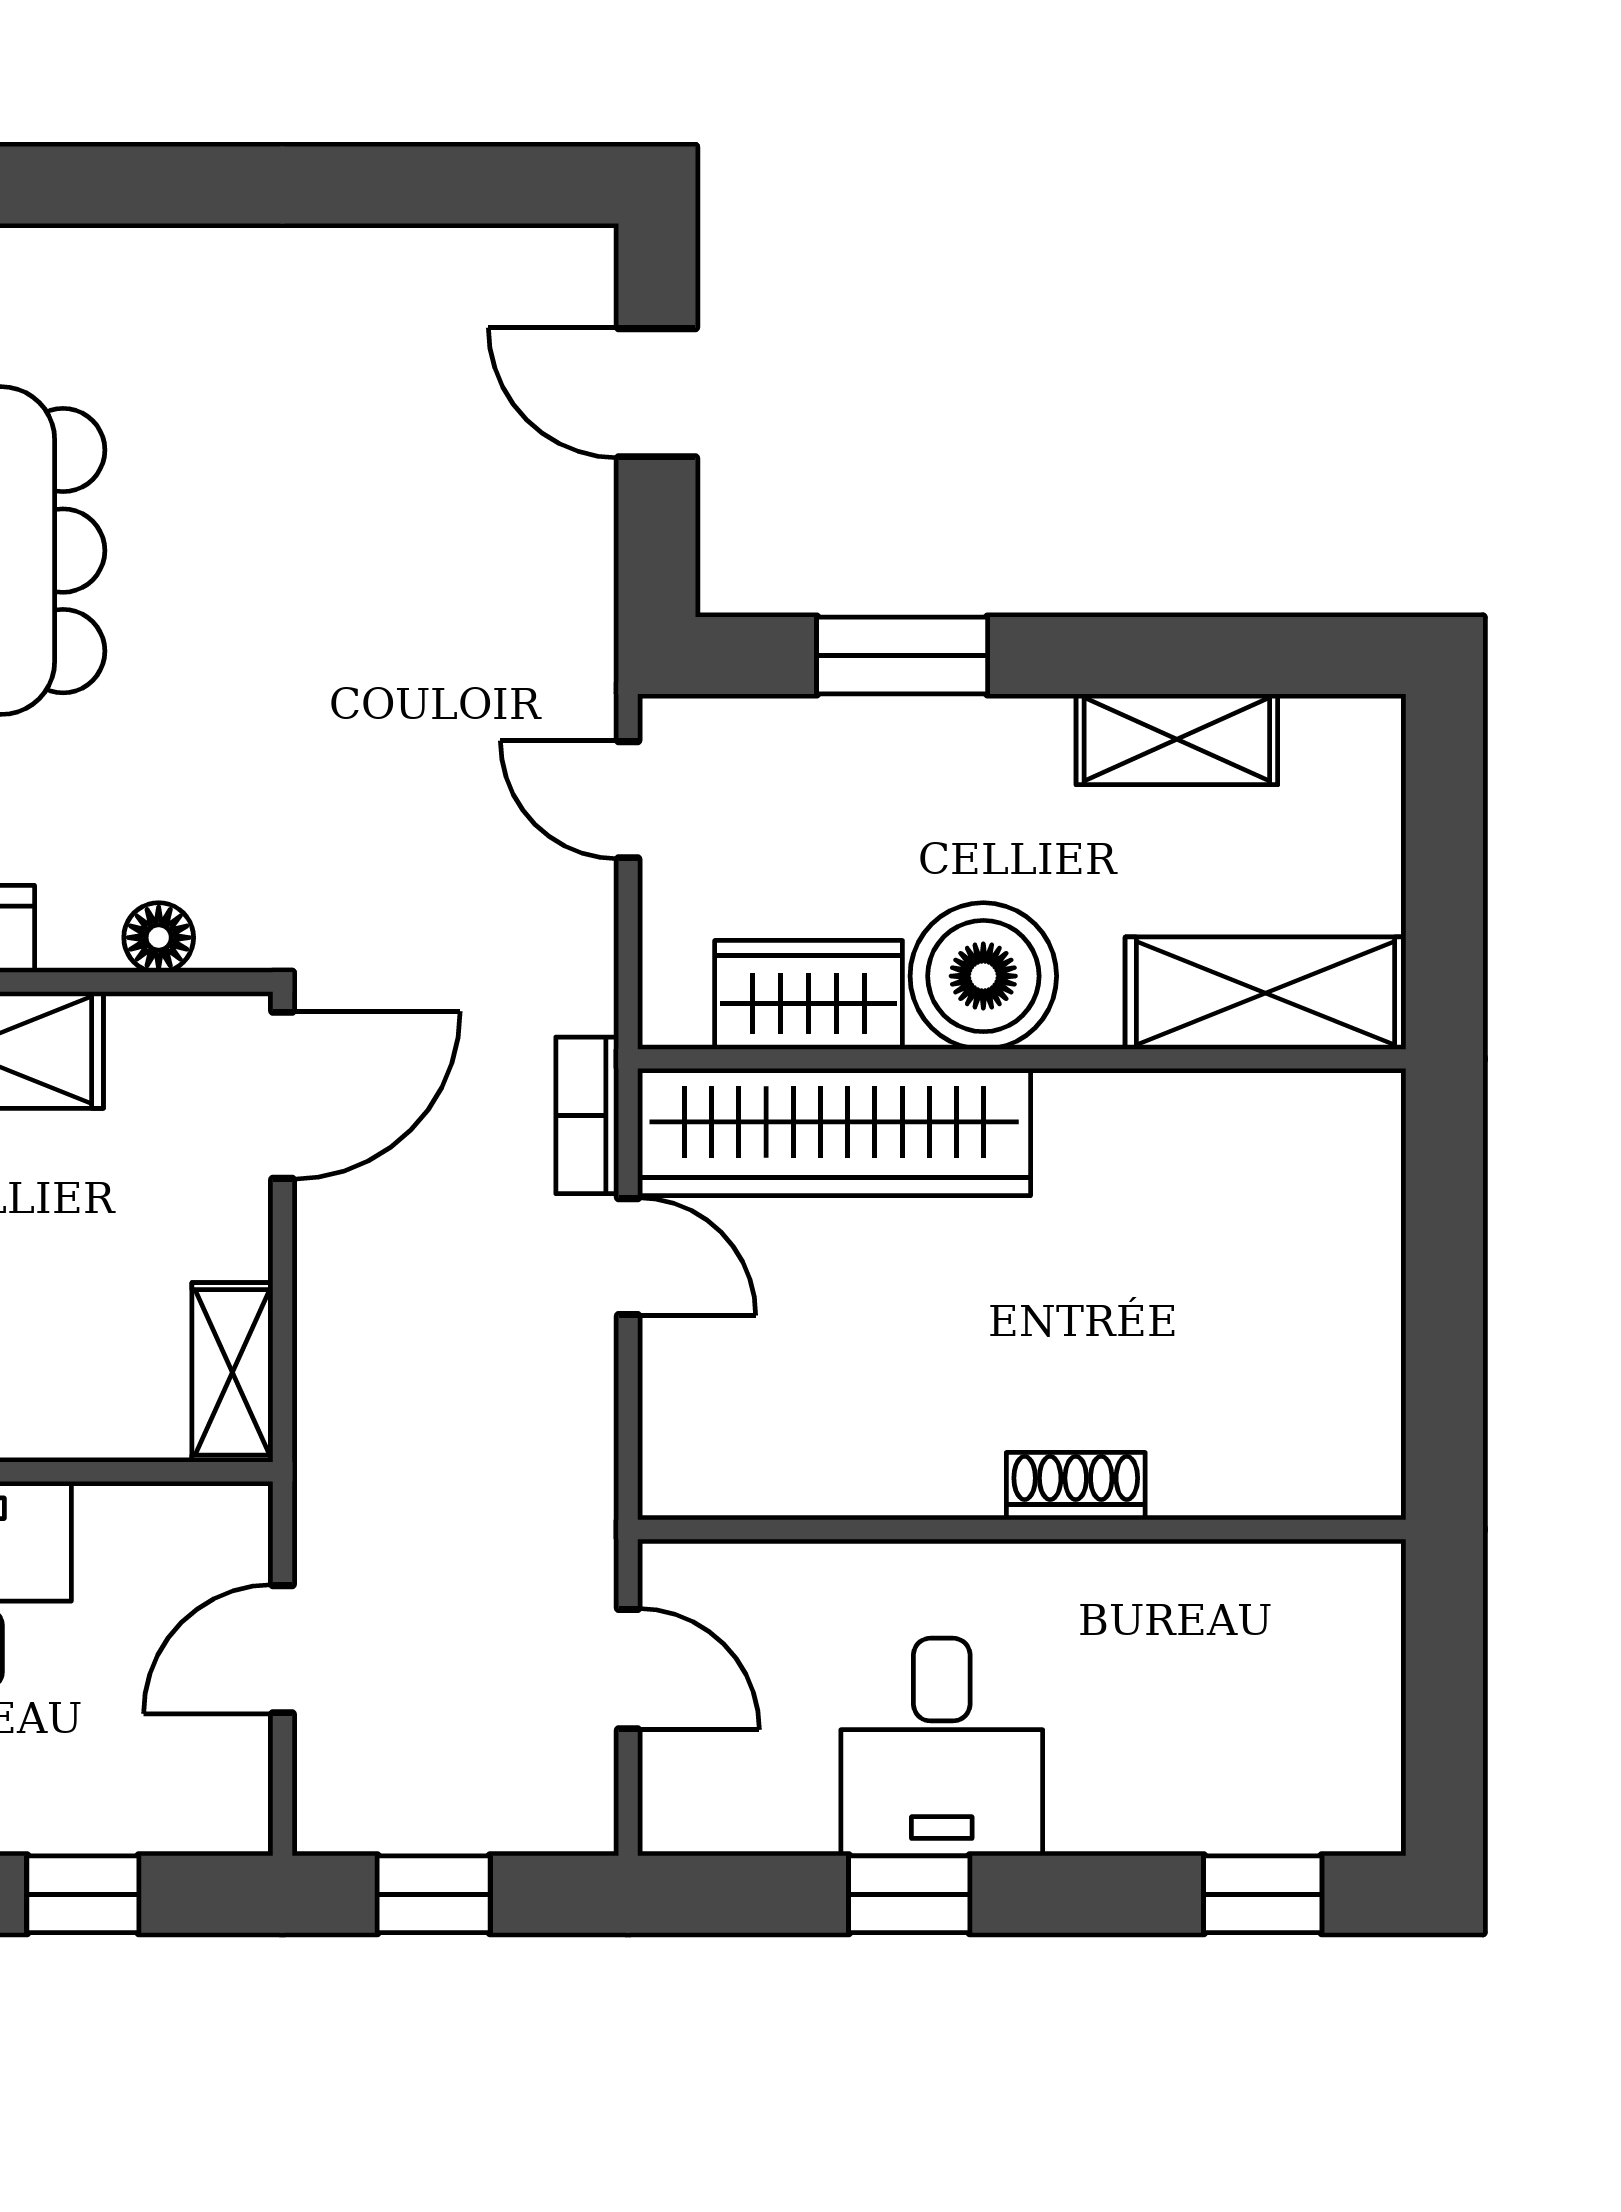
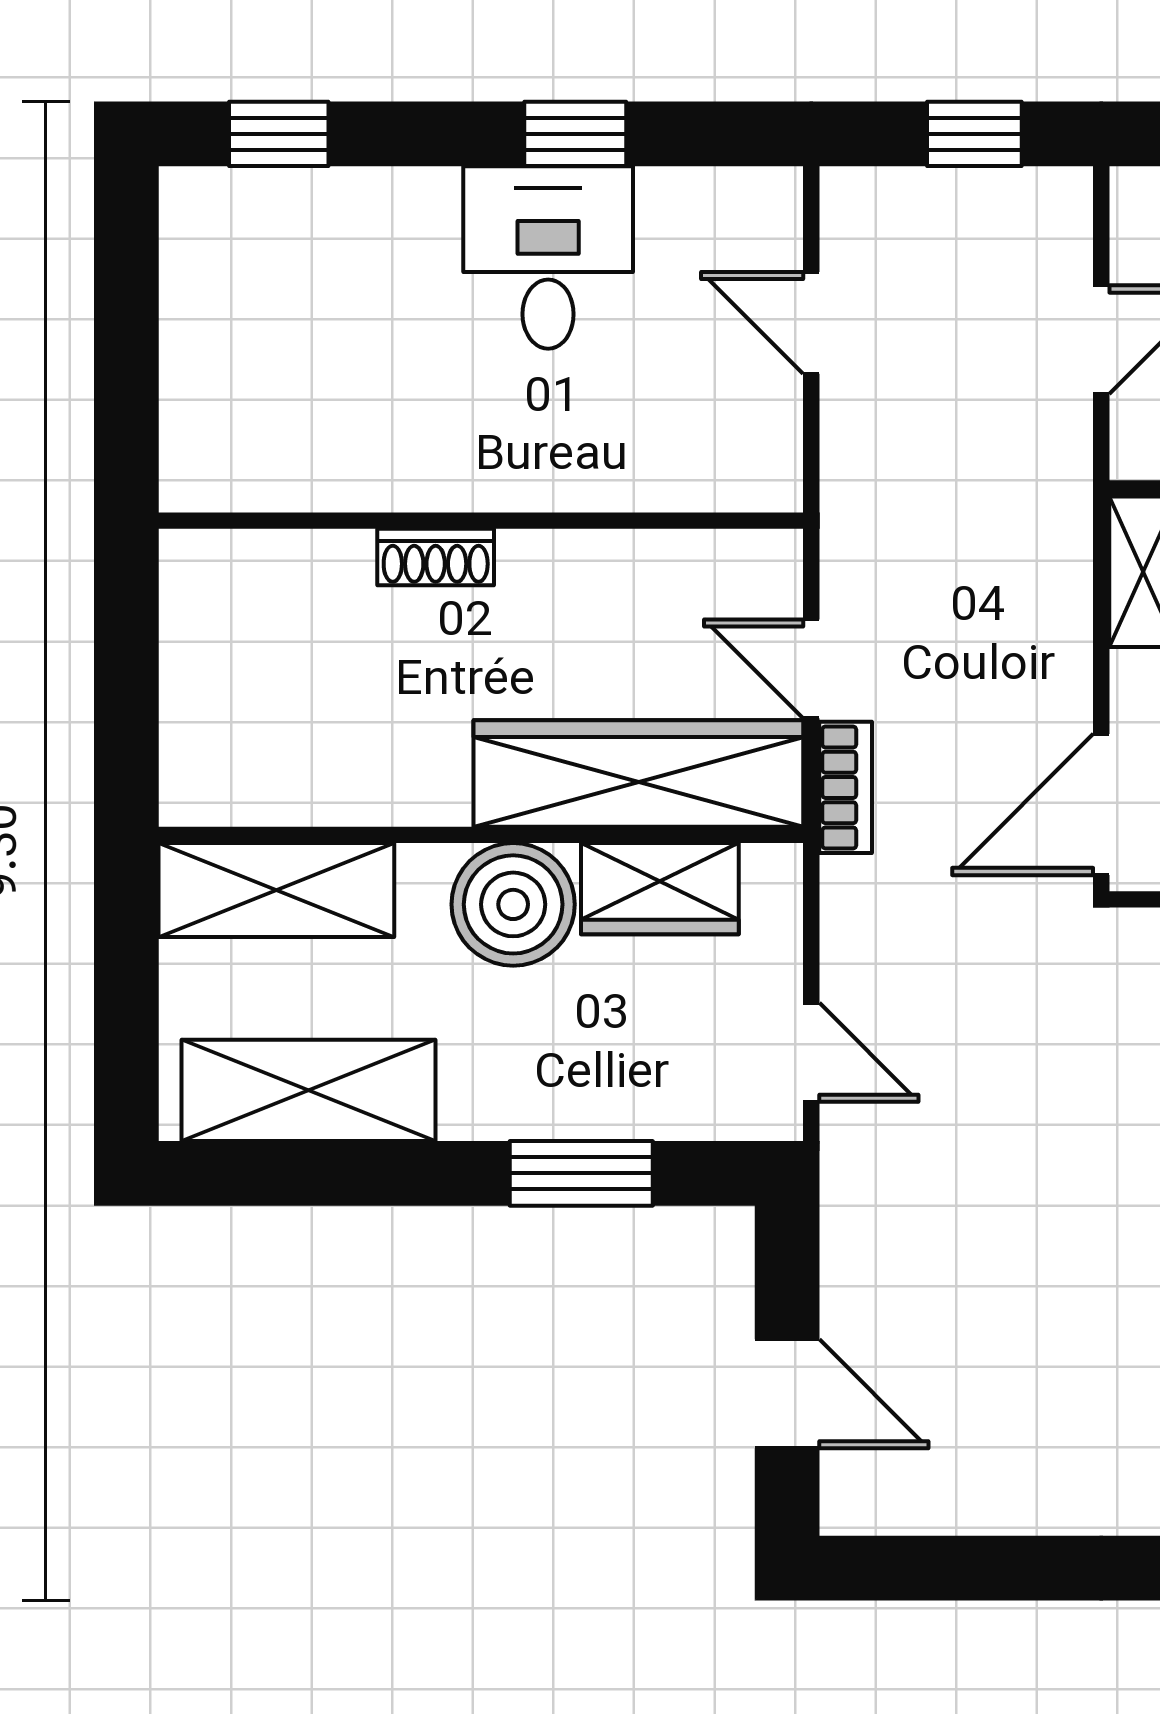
shelving: (1177, 739) -> (308, 1090), width x1.50, depth x1.33
shoe rack: (1076, 1486) -> (436, 557), moved
wall: (1022, 1529) -> (481, 521), moved

